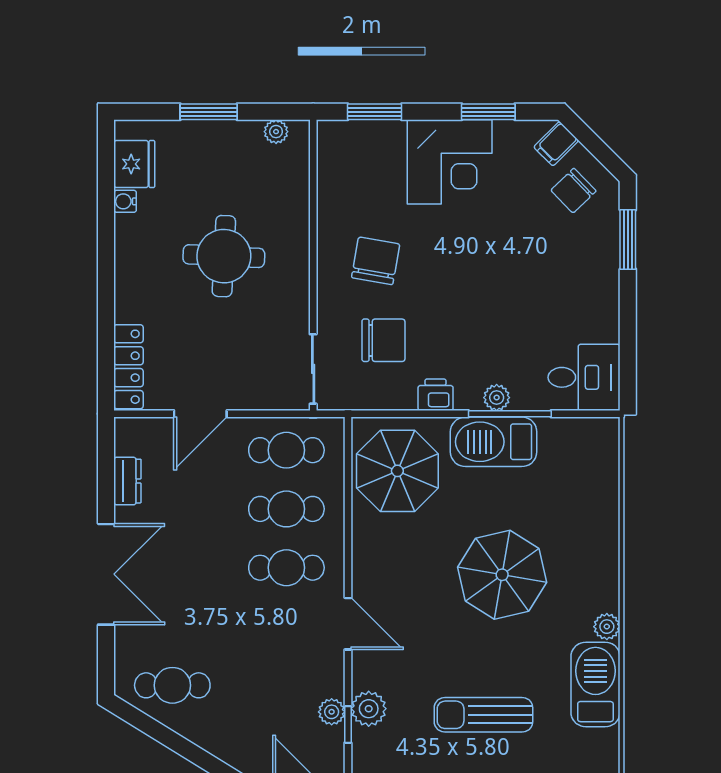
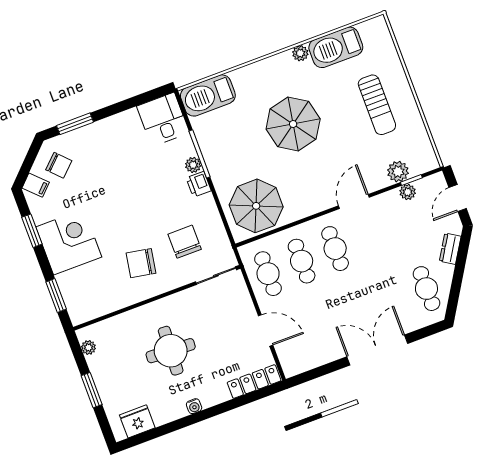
water cooler: (125, 201) -> (194, 406), moved
printer: (436, 395) -> (199, 184), moved
barbecue: (494, 442) -> (208, 95), moved, turned 90
dresser: (127, 481) -> (450, 249), moved, turned -58

